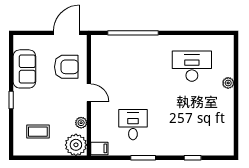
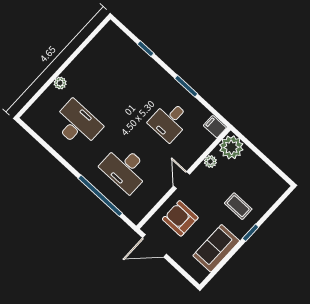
desk: (133, 66) -> (125, 169), added
desk: (192, 66) -> (77, 124), turned 180
coffee table: (38, 132) -> (238, 206), moved

